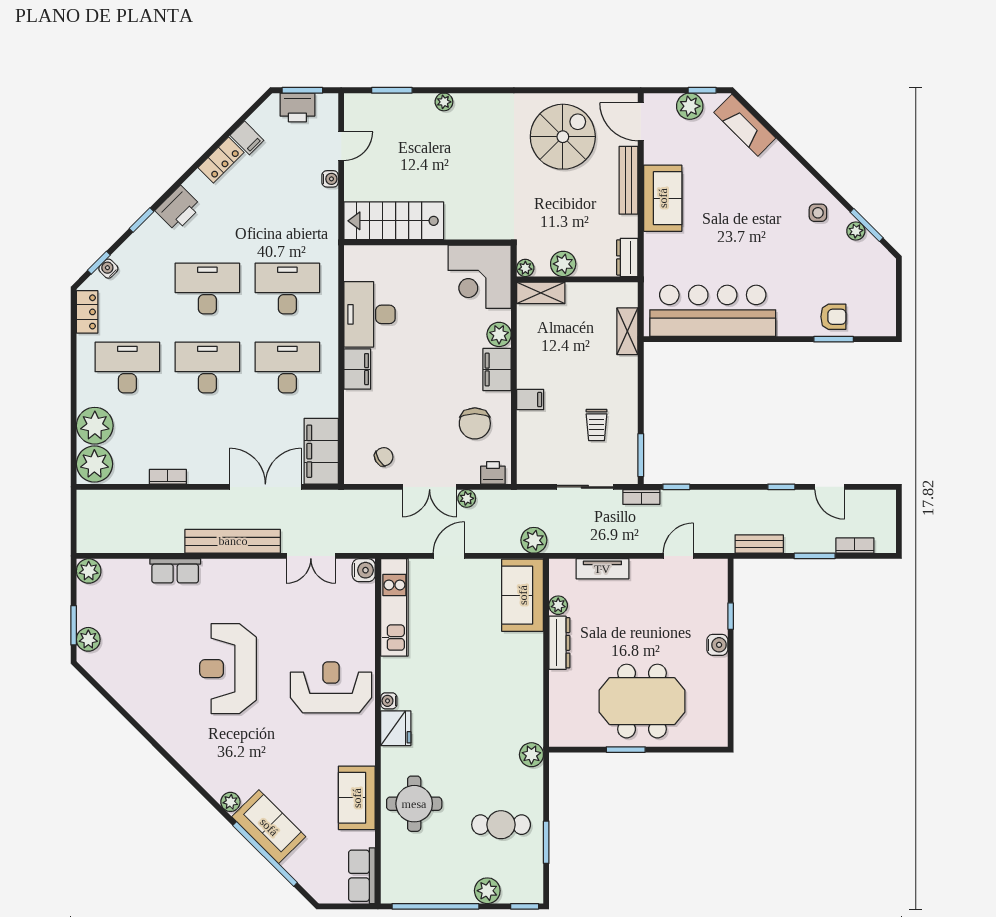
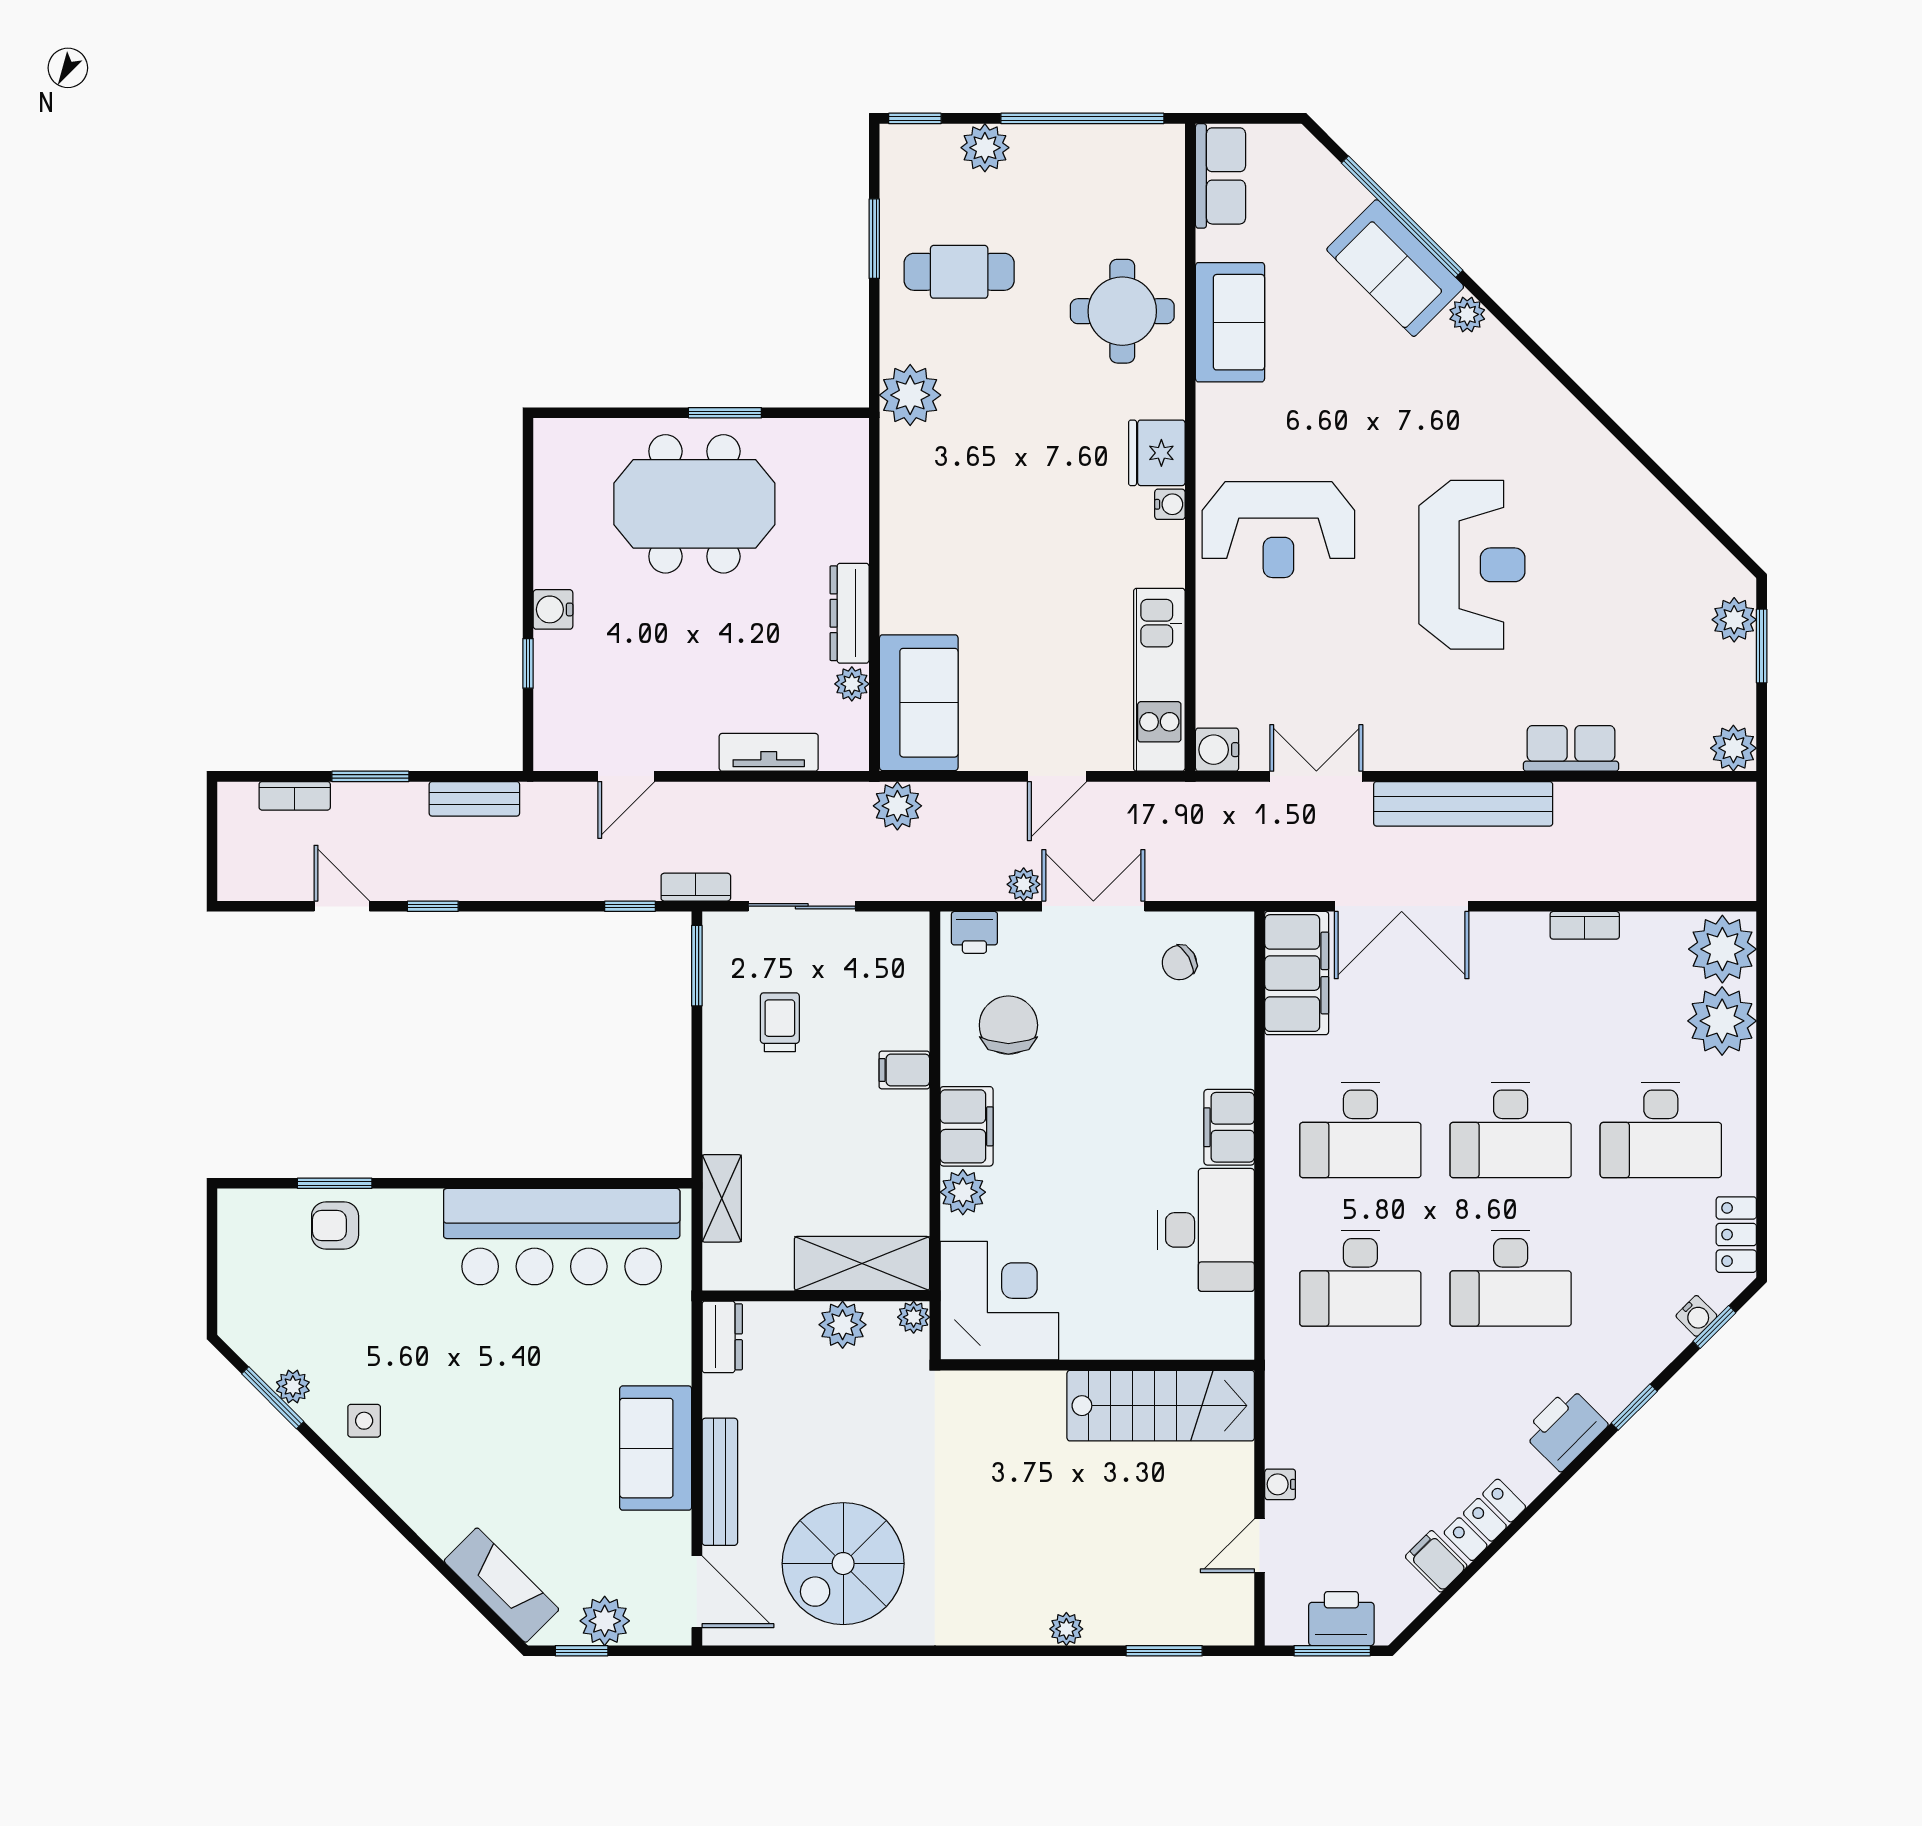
shelving: (541, 293) -> (862, 1264), width x1.50, depth x1.33
plant: (531, 755) -> (910, 395), width x1.36, depth x1.36

